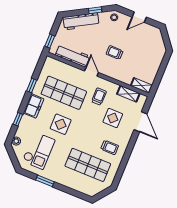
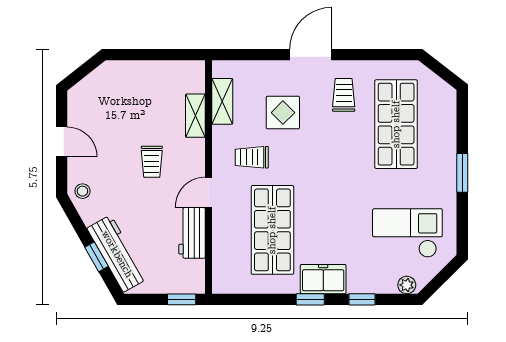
window: (95, 10) -> (96, 257), moved
workbench: (73, 56) -> (192, 233), width x0.73
shelving: (141, 85) -> (195, 116), moved
window: (32, 86) -> (310, 299), moved
door: (140, 122) -> (311, 55), moved
display table: (61, 124) -> (337, 211), removed
window: (45, 181) -> (462, 173), moved

